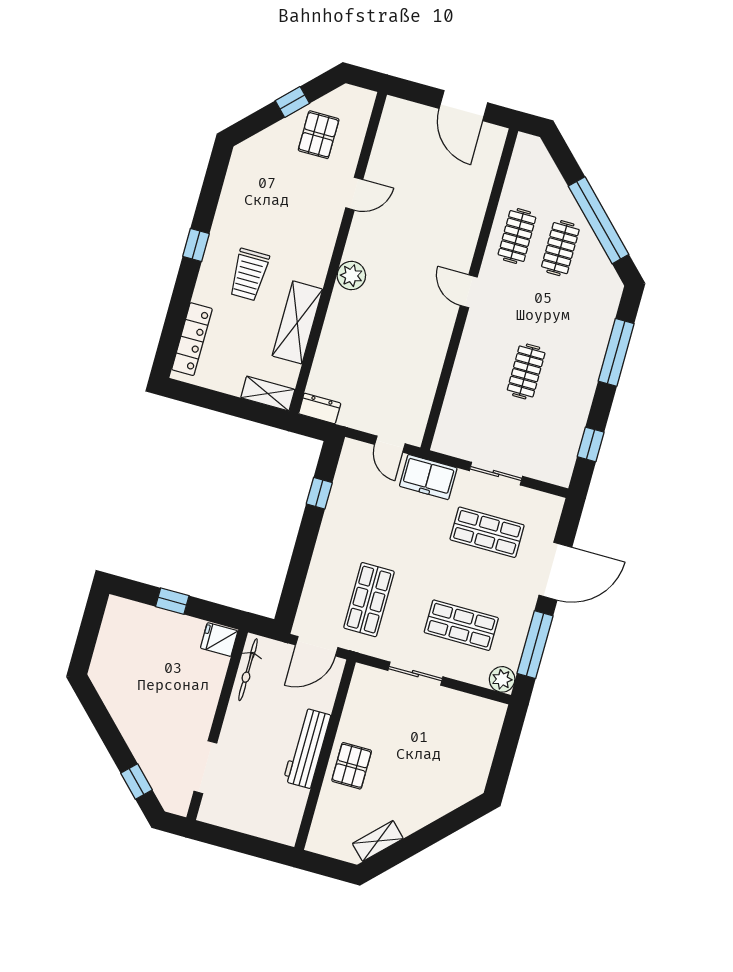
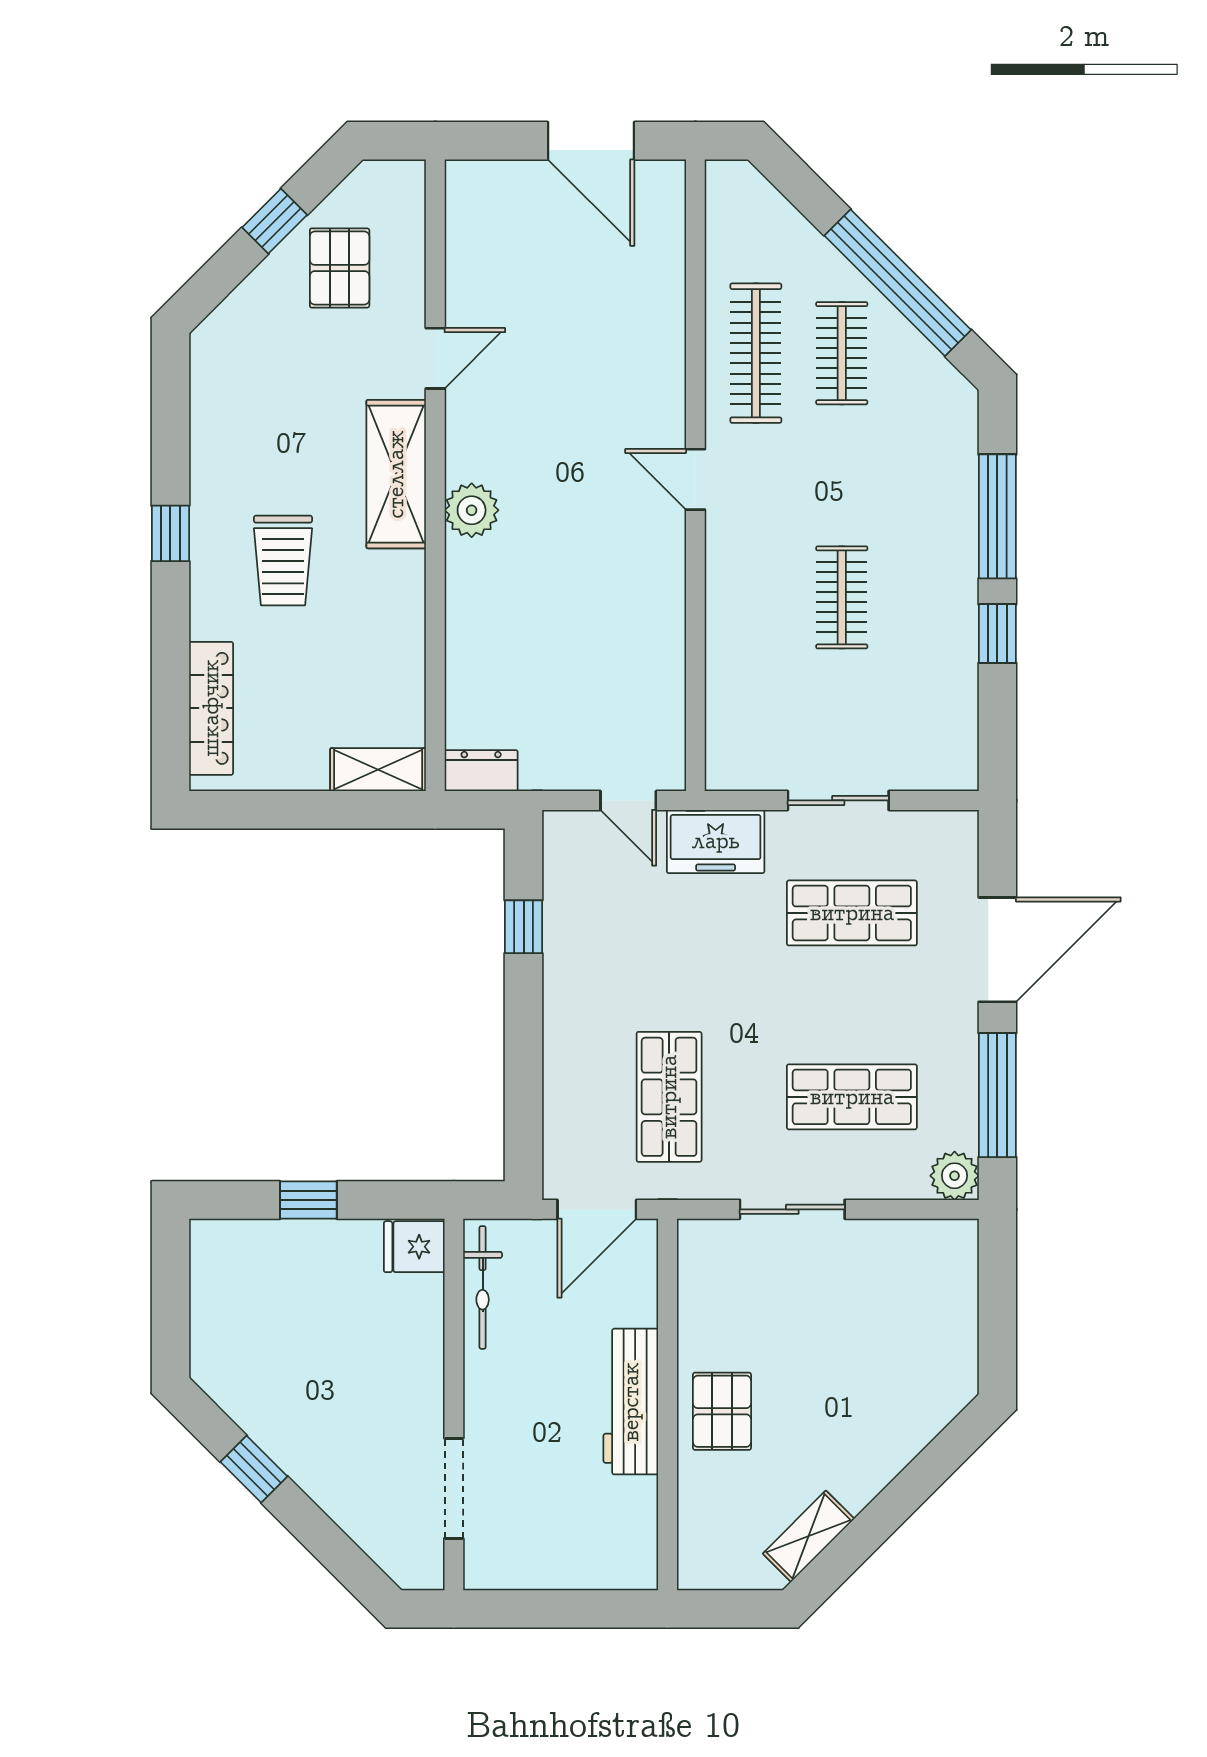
clothes rail: (517, 236) -> (756, 353), width x1.36
shelving: (297, 322) -> (396, 474), moved
window: (591, 444) -> (997, 634), moved
window: (137, 781) -> (254, 1469), moved

